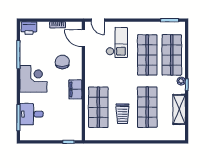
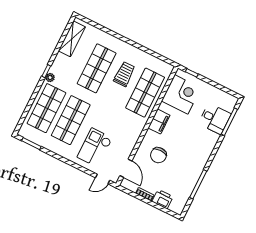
door: (98, 20) -> (103, 179), swing flipped
printer: (29, 28) -> (163, 199), moved
corner desk: (33, 79) -> (181, 94), moved, turned 180
shelving: (179, 109) -> (72, 39), moved

